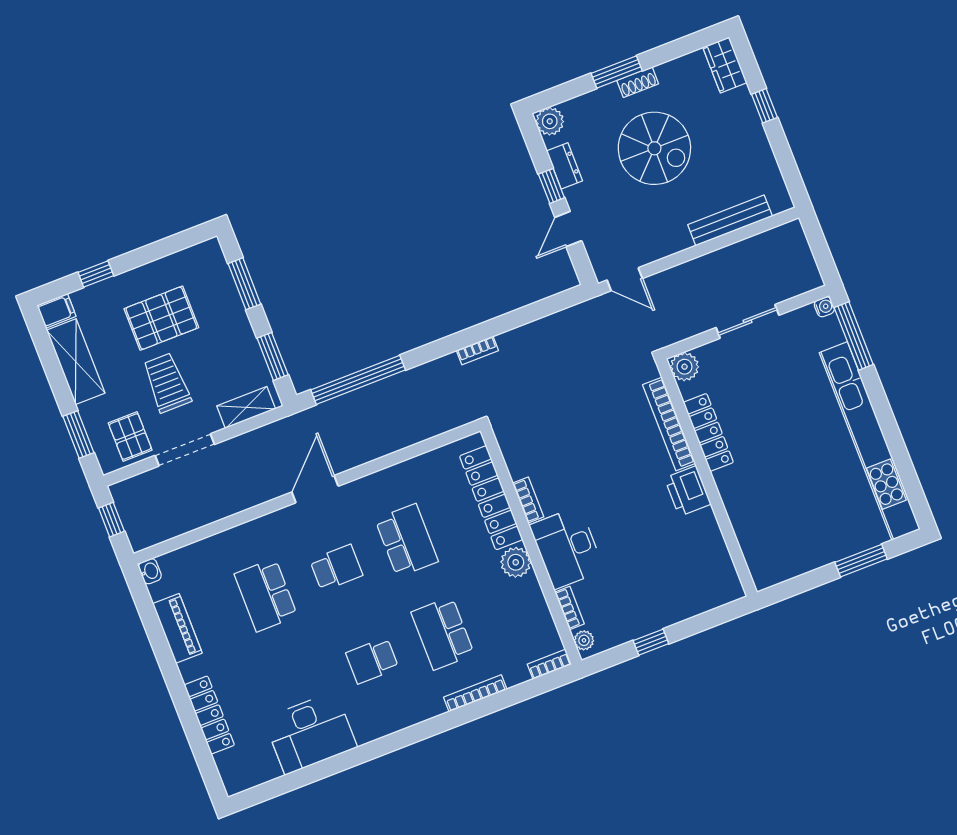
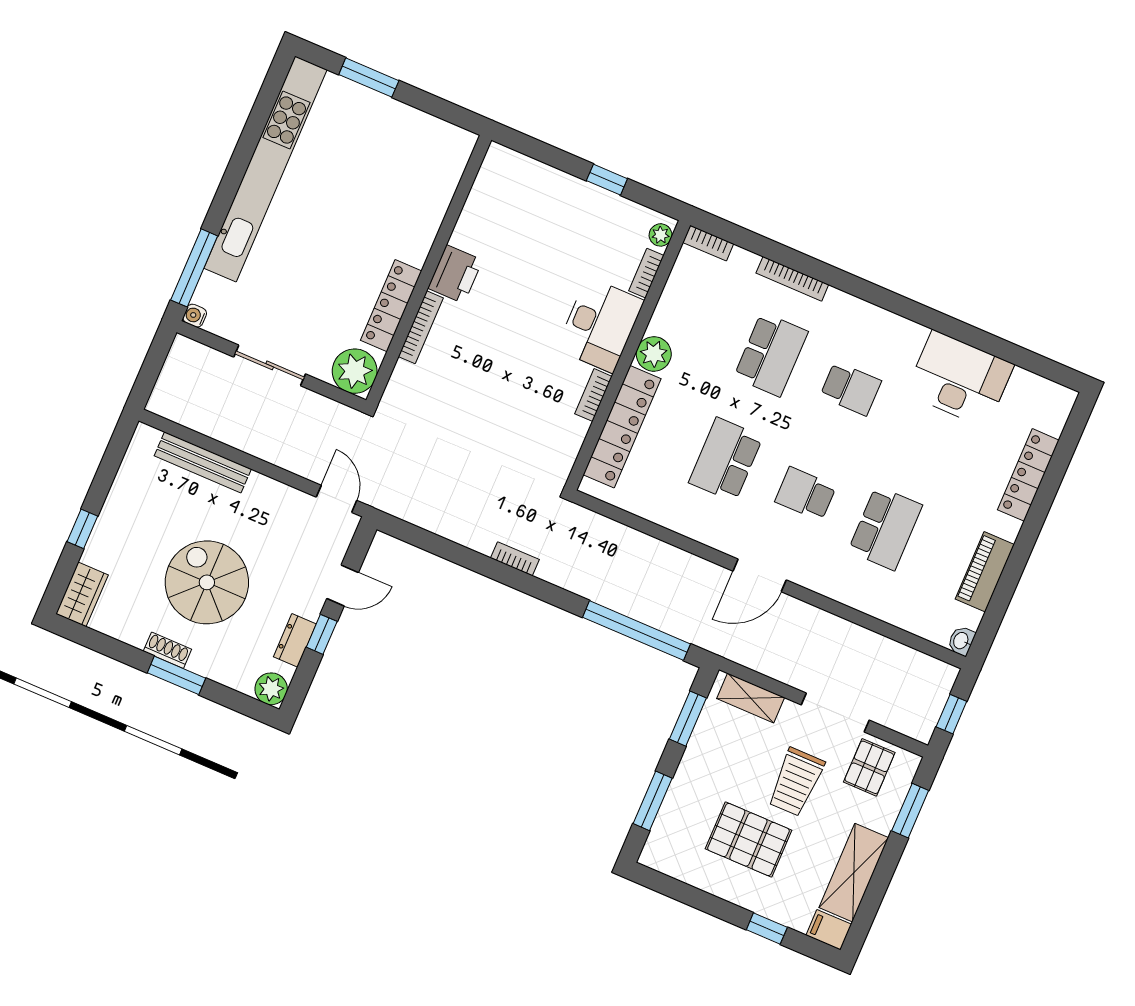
plant: (684, 367) -> (355, 371), width x1.36, depth x1.36
bookcase: (669, 424) -> (421, 327), width x0.68, depth x0.76

